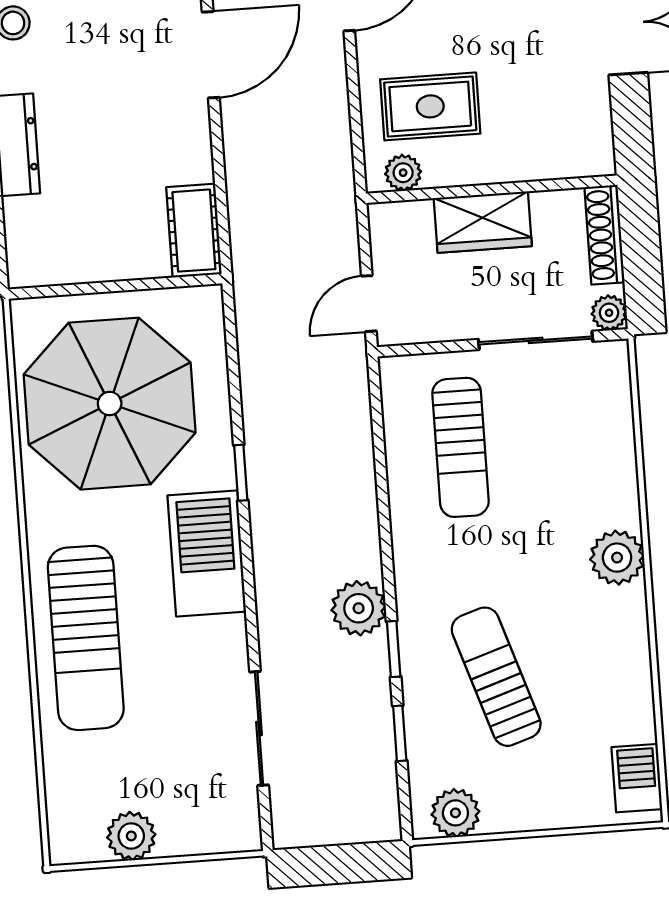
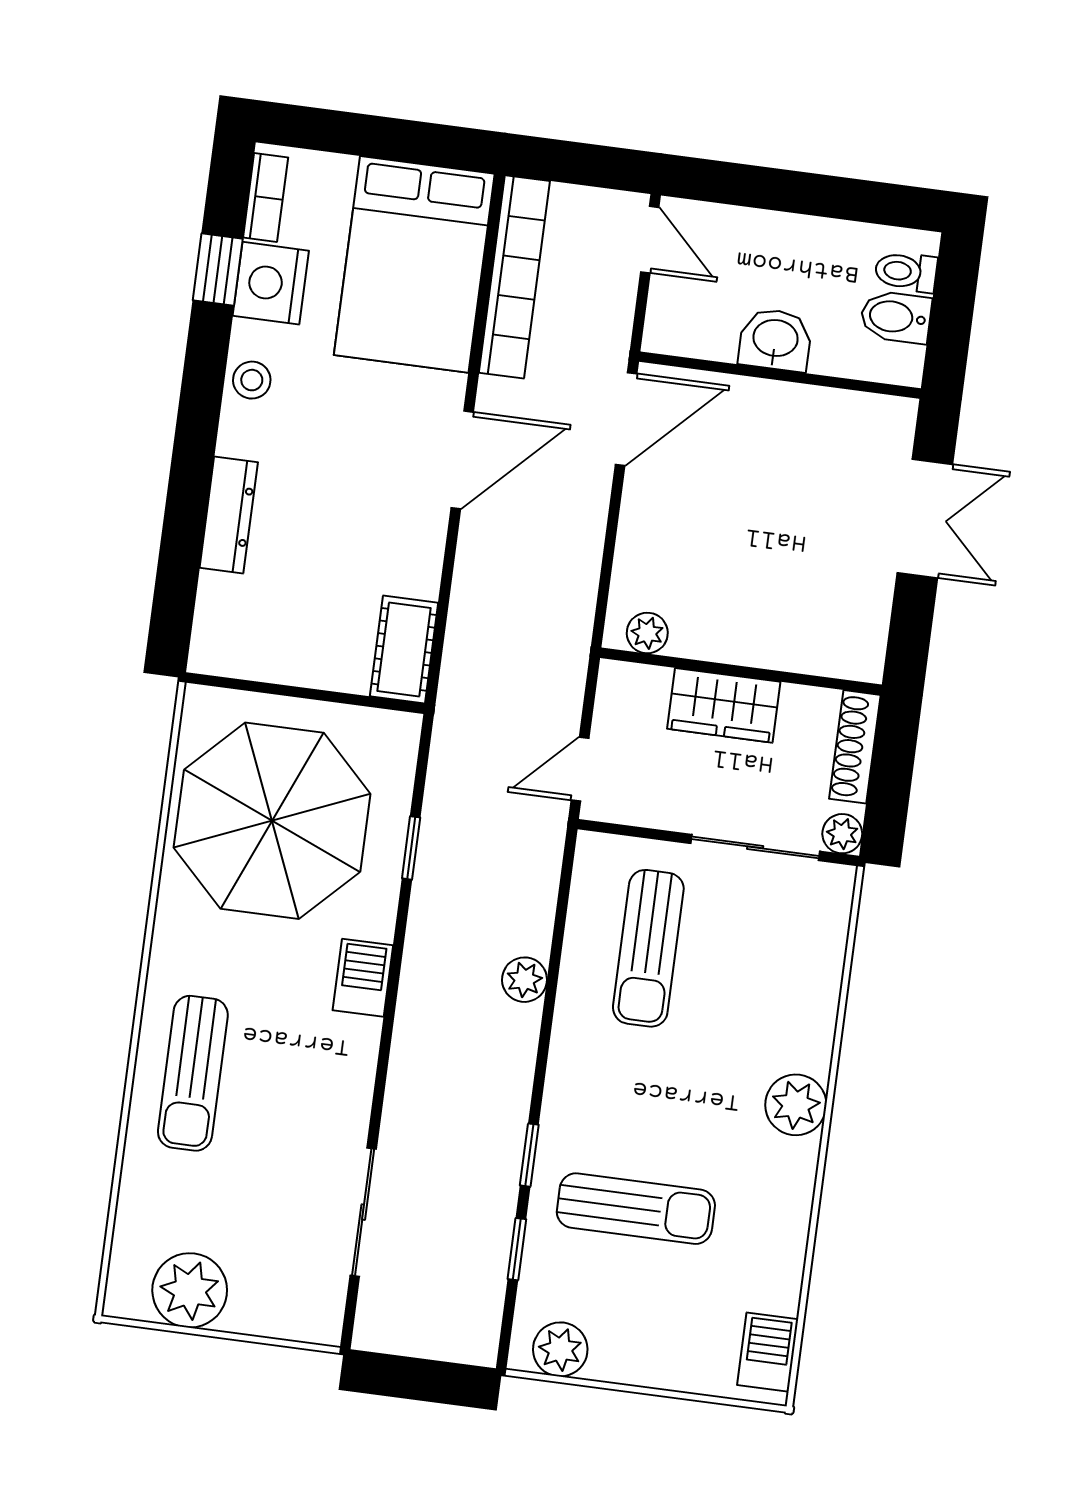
rug: (430, 106) -> (692, 566), removed
window: (241, 473) -> (411, 848), moved
barbecue: (207, 553) -> (363, 978), width x0.53, depth x0.65
plant: (359, 608) -> (524, 980), moved, width x0.73, depth x0.73
sun lounger: (86, 638) -> (193, 1073), width x0.73, depth x0.75
sun lounger: (496, 677) -> (636, 1209), turned 108
plant: (131, 836) -> (190, 1290), width x1.36, depth x1.36

